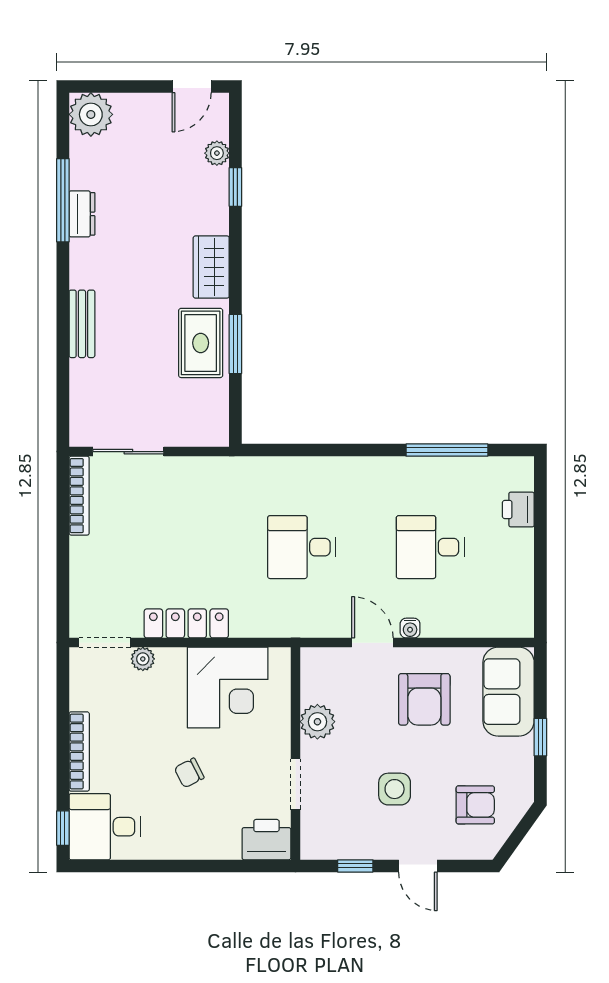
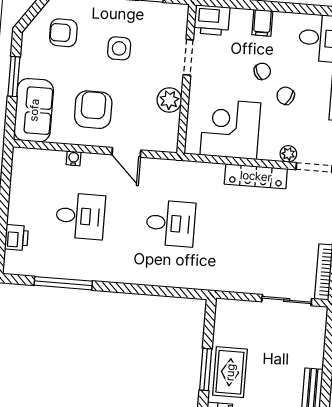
water cooler: (410, 628) -> (74, 158), moved
window: (540, 737) -> (14, 77), width x1.50
chair: (153, 741) -> (286, 96), added
filing cabinet: (195, 842) -> (262, 23), added

